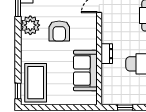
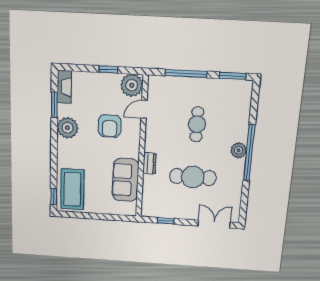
armchair: (59, 31) -> (110, 126), moved

